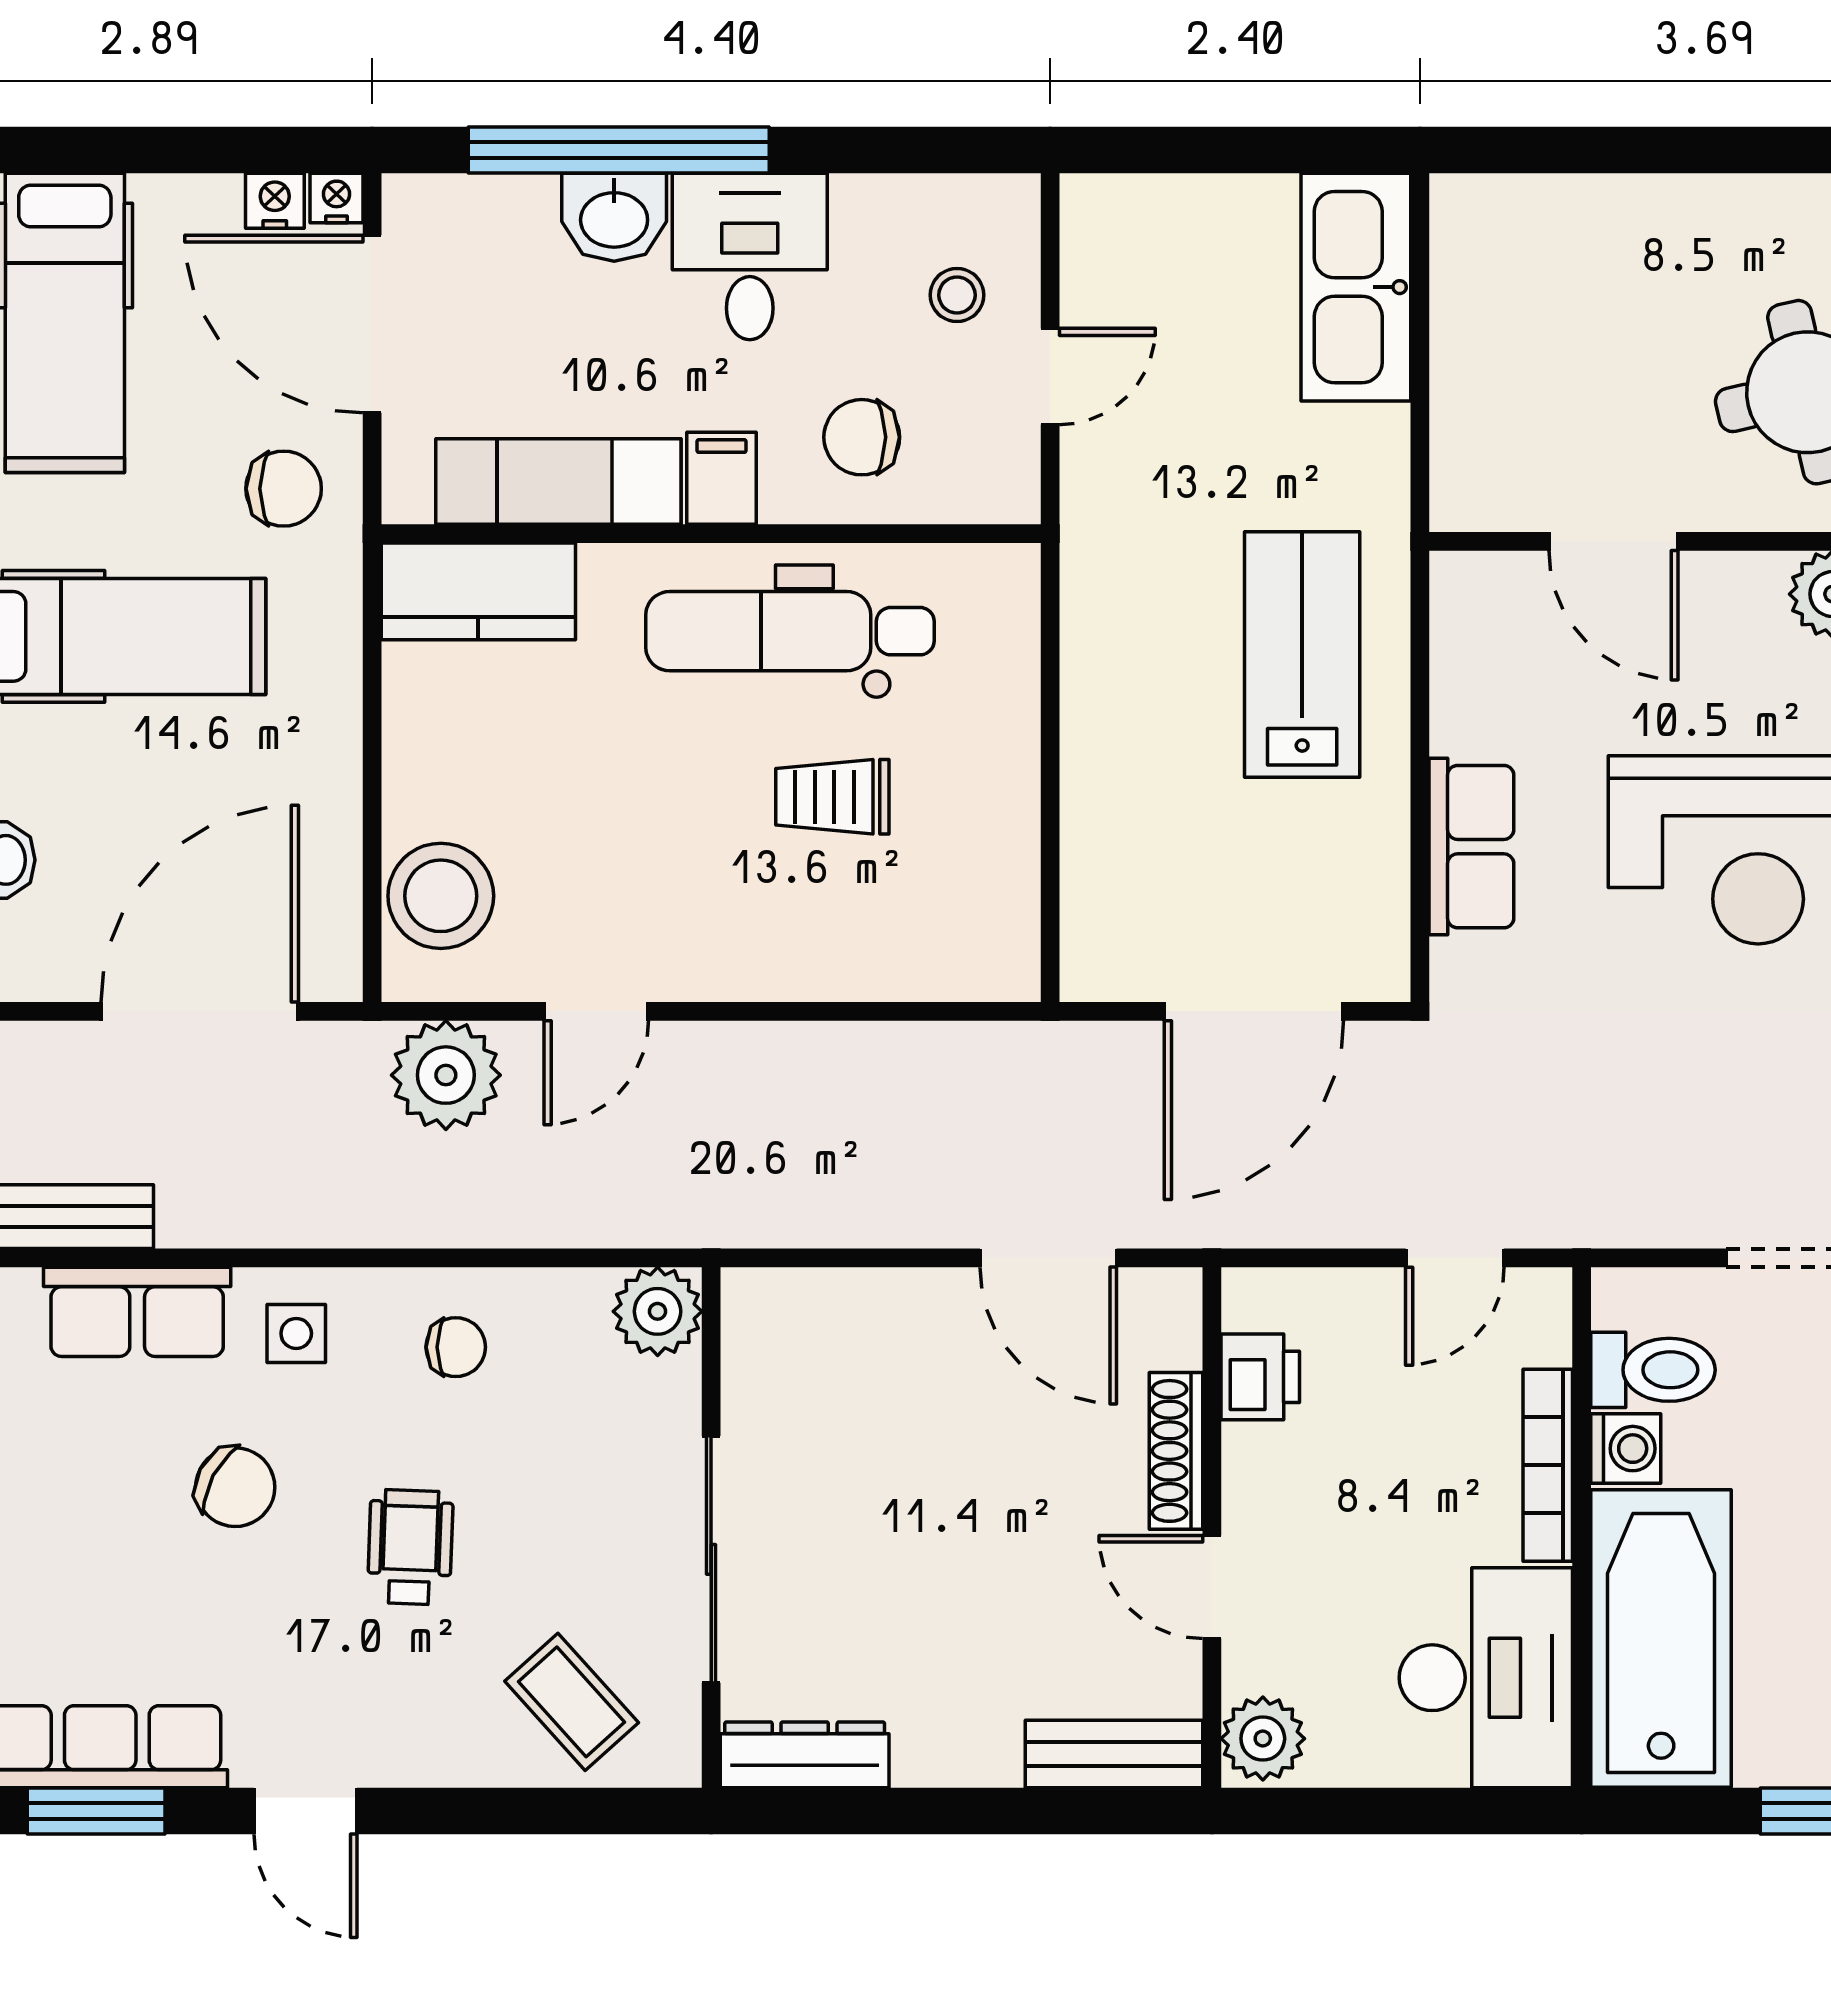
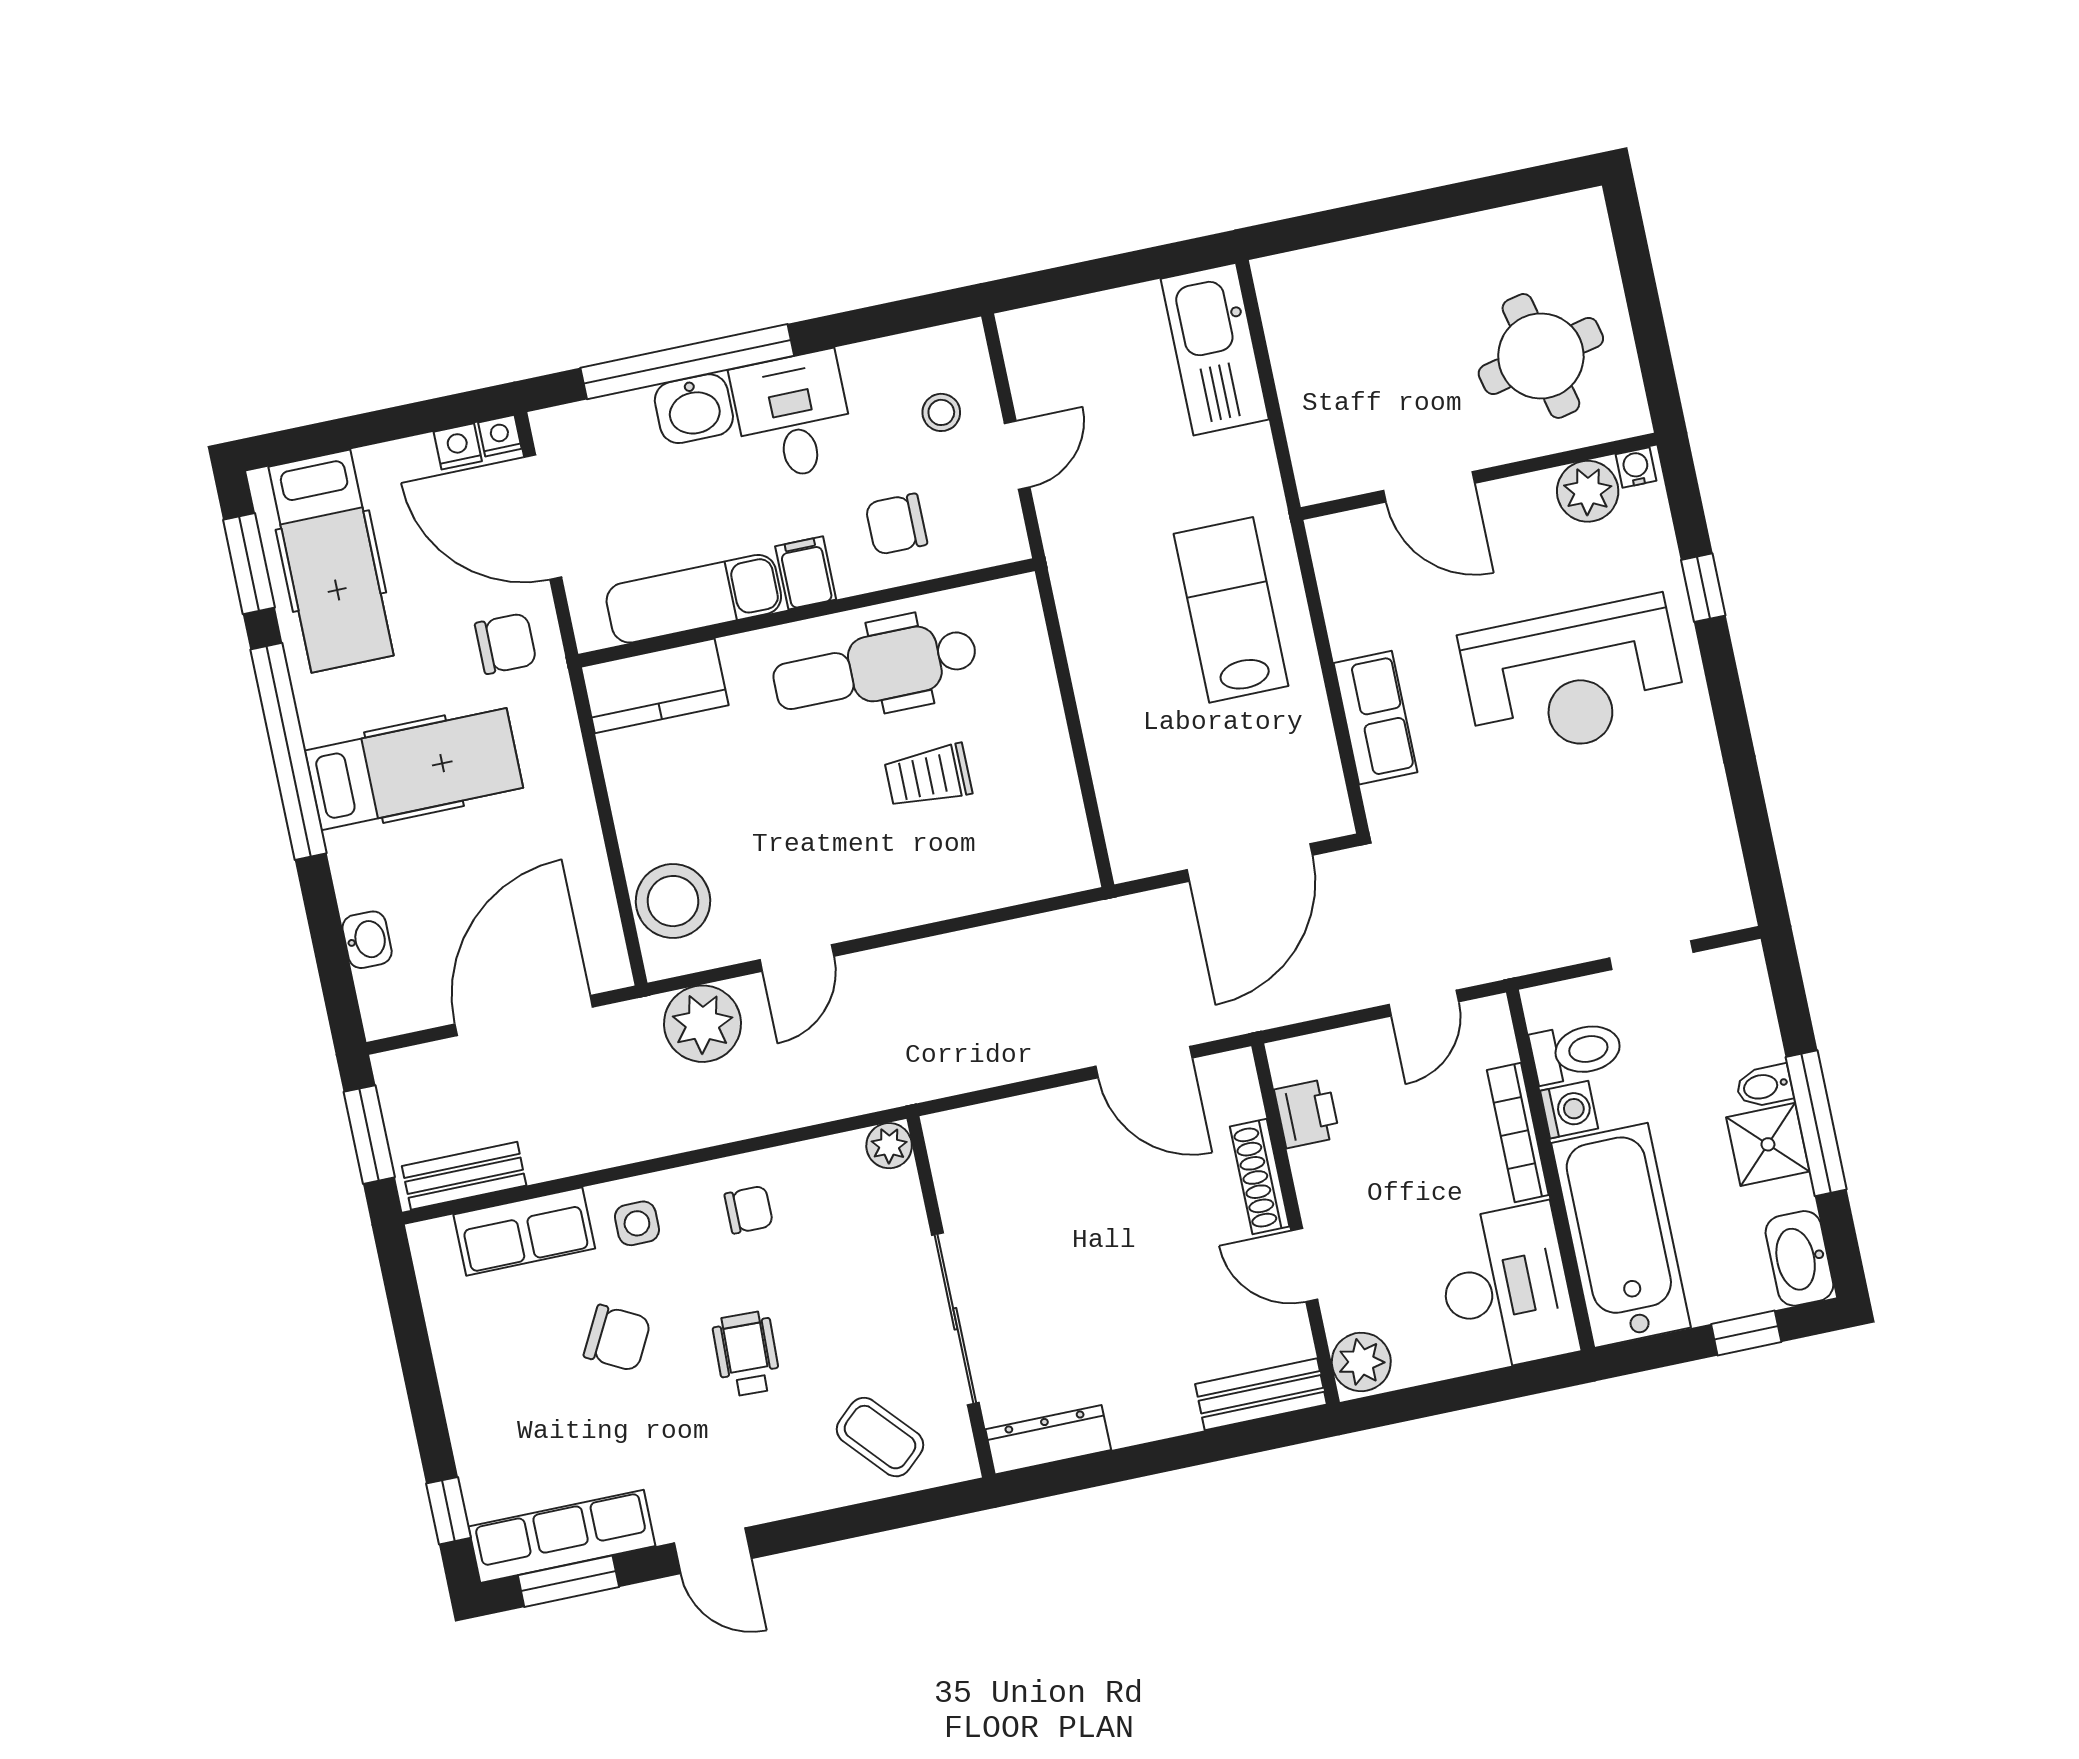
plant: (658, 1311) -> (889, 1146), width x0.73, depth x0.73

